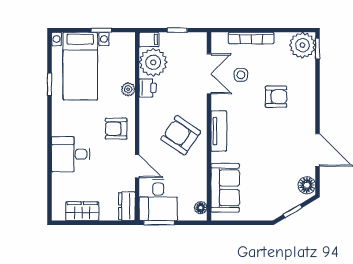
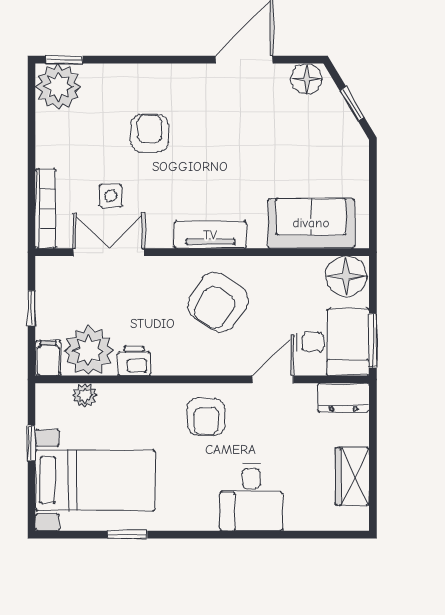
bookcase: (251, 38) -> (45, 208), moved
plant: (128, 89) -> (85, 395), moved
floor lamp: (201, 208) -> (346, 276), width x1.89, depth x1.89

